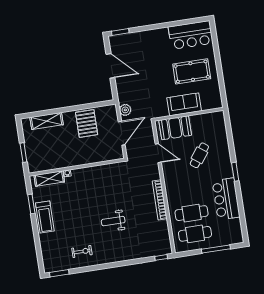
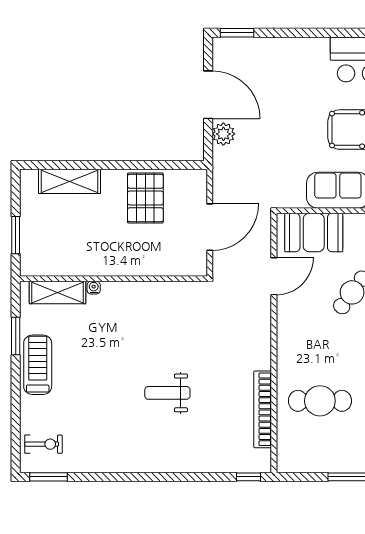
plant: (125, 110) -> (223, 134), moved
door: (158, 153) -> (274, 276), hinge flipped
bookcase: (160, 200) -> (263, 409), moved
treadmill: (45, 217) -> (38, 365), turned 180
cafe table: (195, 234) -> (320, 442), removed
exercise bike: (82, 251) -> (44, 444), moved

